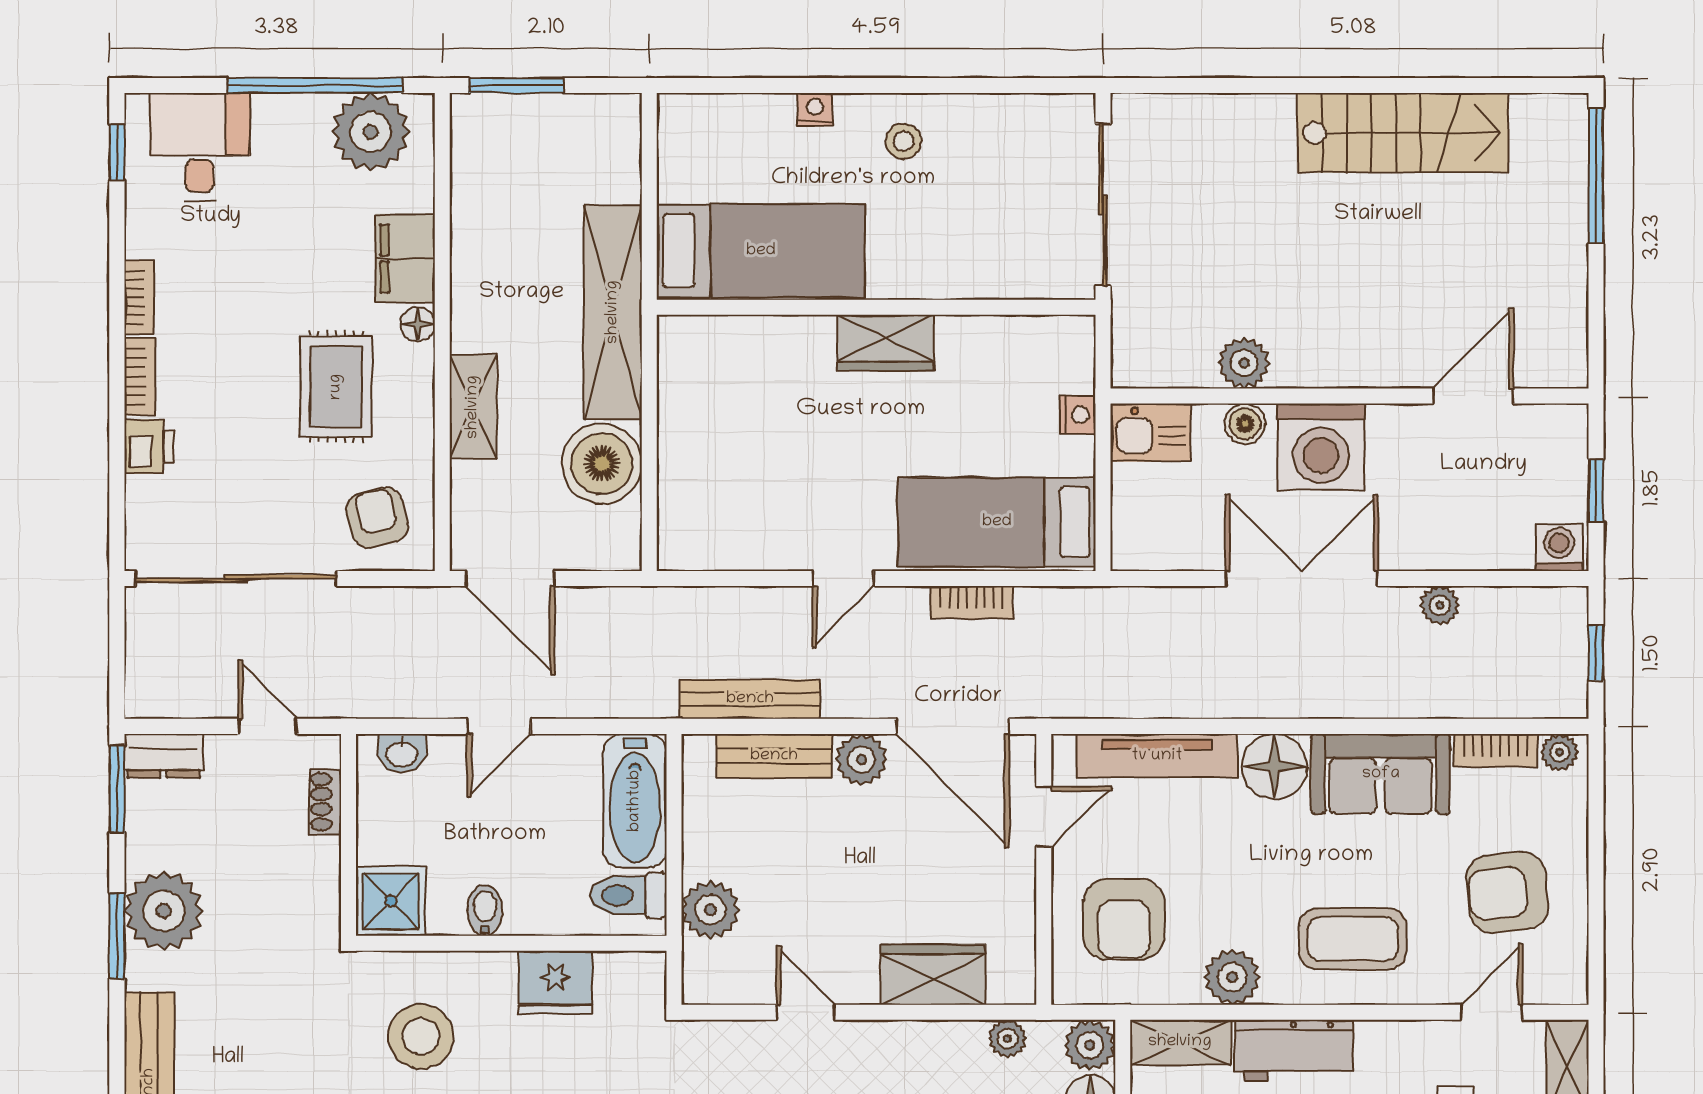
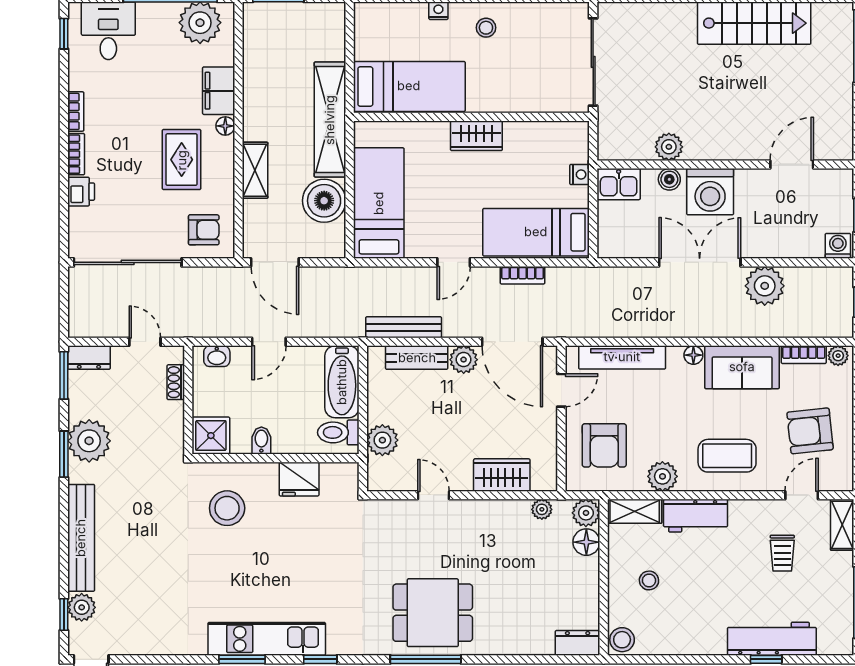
bed: (704, 468) -> (379, 203), added
armchair: (377, 518) -> (204, 230), turned 104
plant: (1440, 605) -> (765, 286), width x1.87, depth x1.87
floor lamp: (1274, 767) -> (693, 355), width x0.53, depth x0.53

